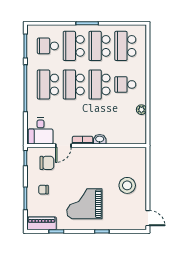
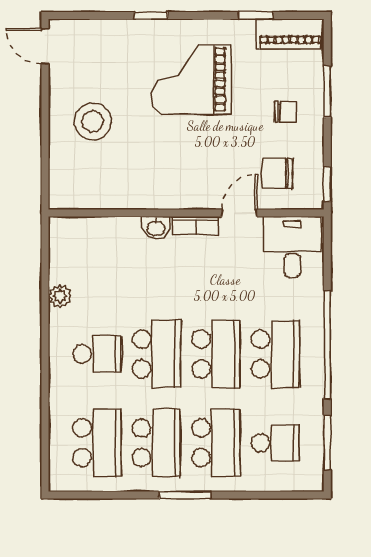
grand piano: (84, 204) -> (191, 79), turned 180

